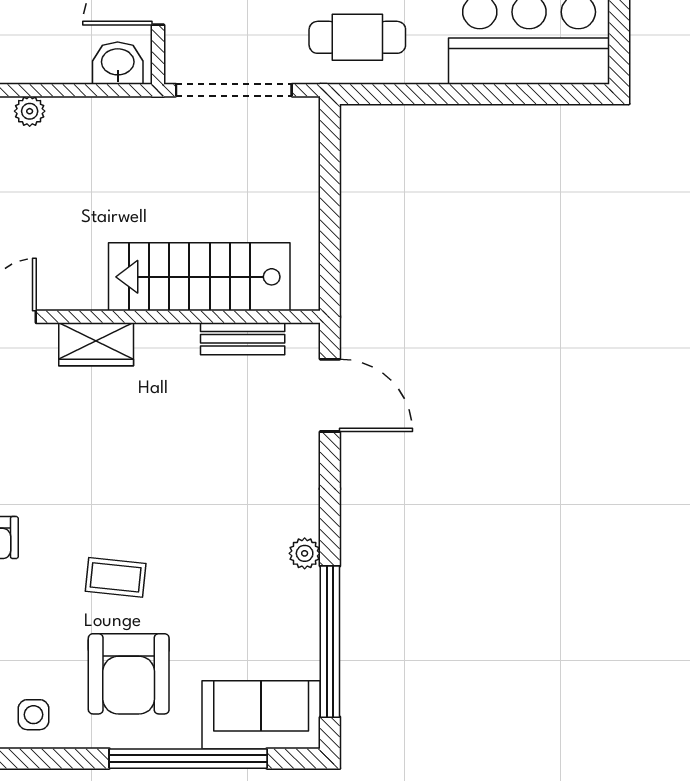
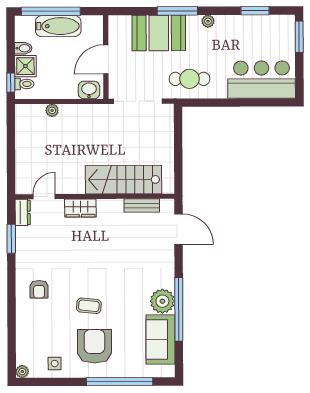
plant: (305, 553) -> (162, 301), width x1.88, depth x1.88
window: (330, 642) -> (179, 309), moved
armchair: (129, 674) -> (94, 346), turned 180
sofa: (261, 715) -> (160, 340), moved, turned -90

